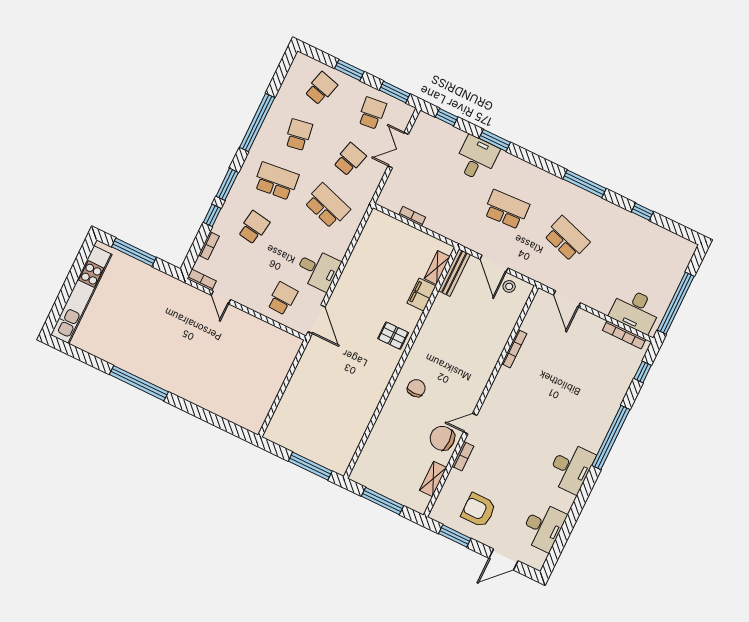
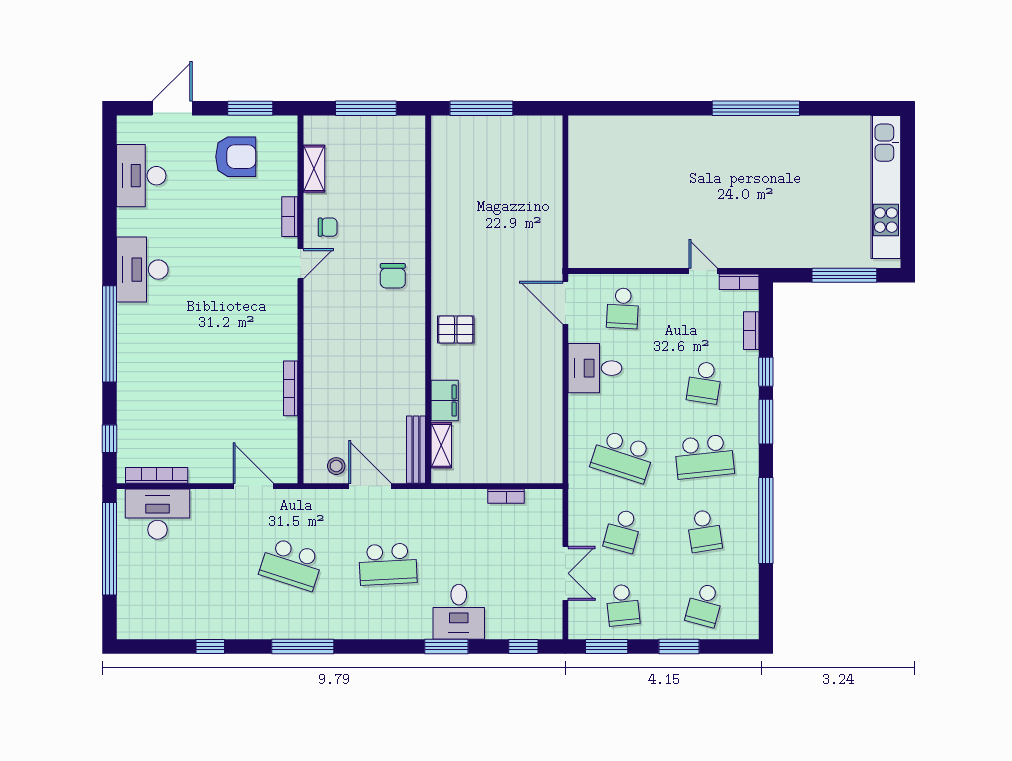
chair: (442, 438) -> (328, 227), width x0.54, depth x0.54

